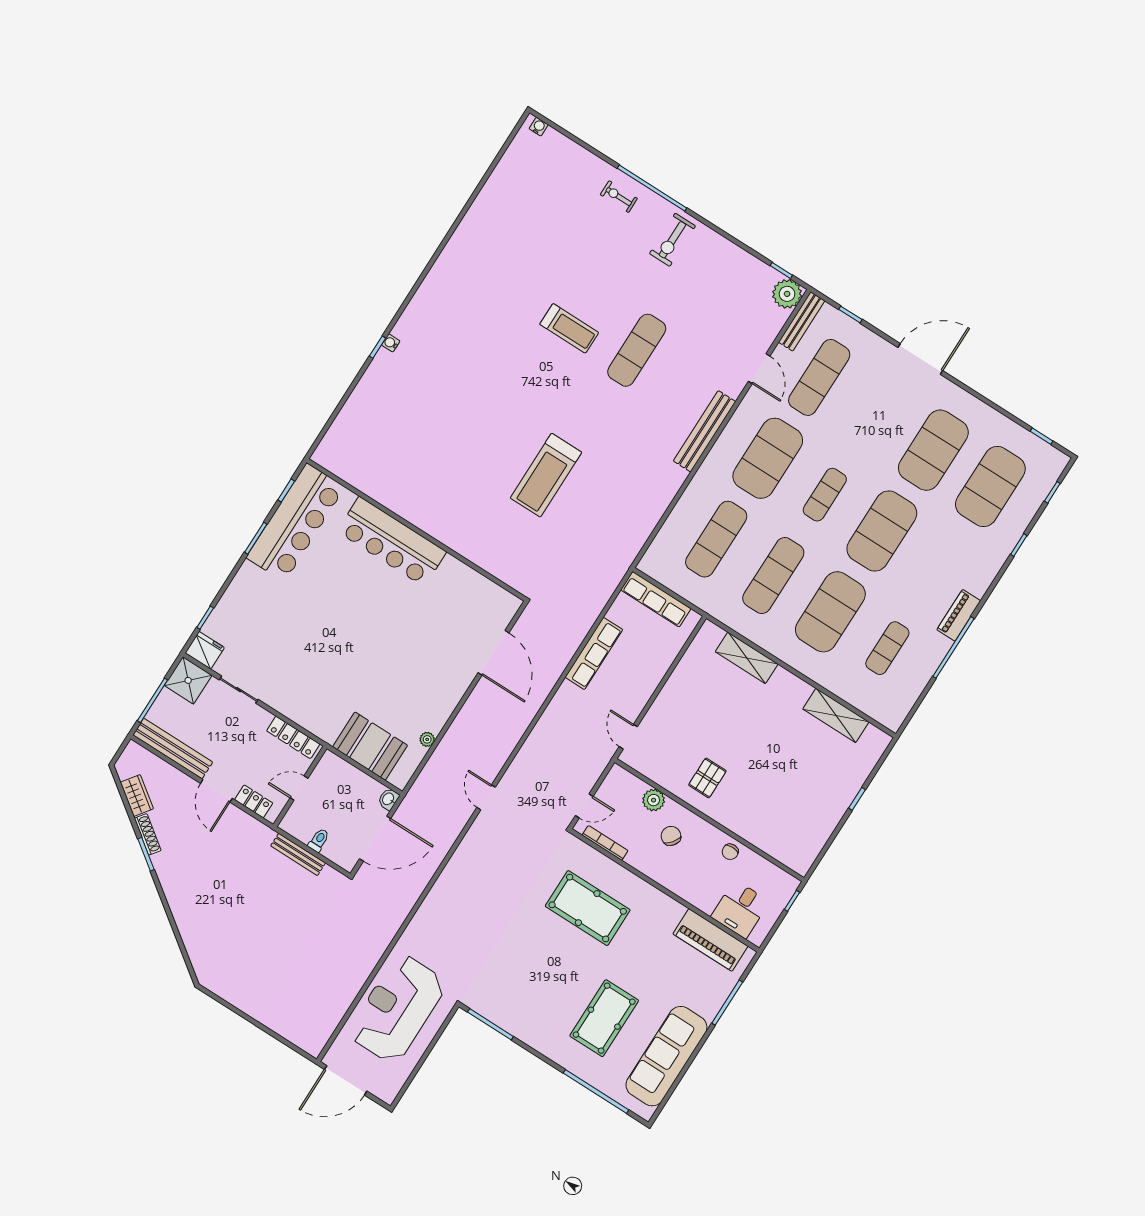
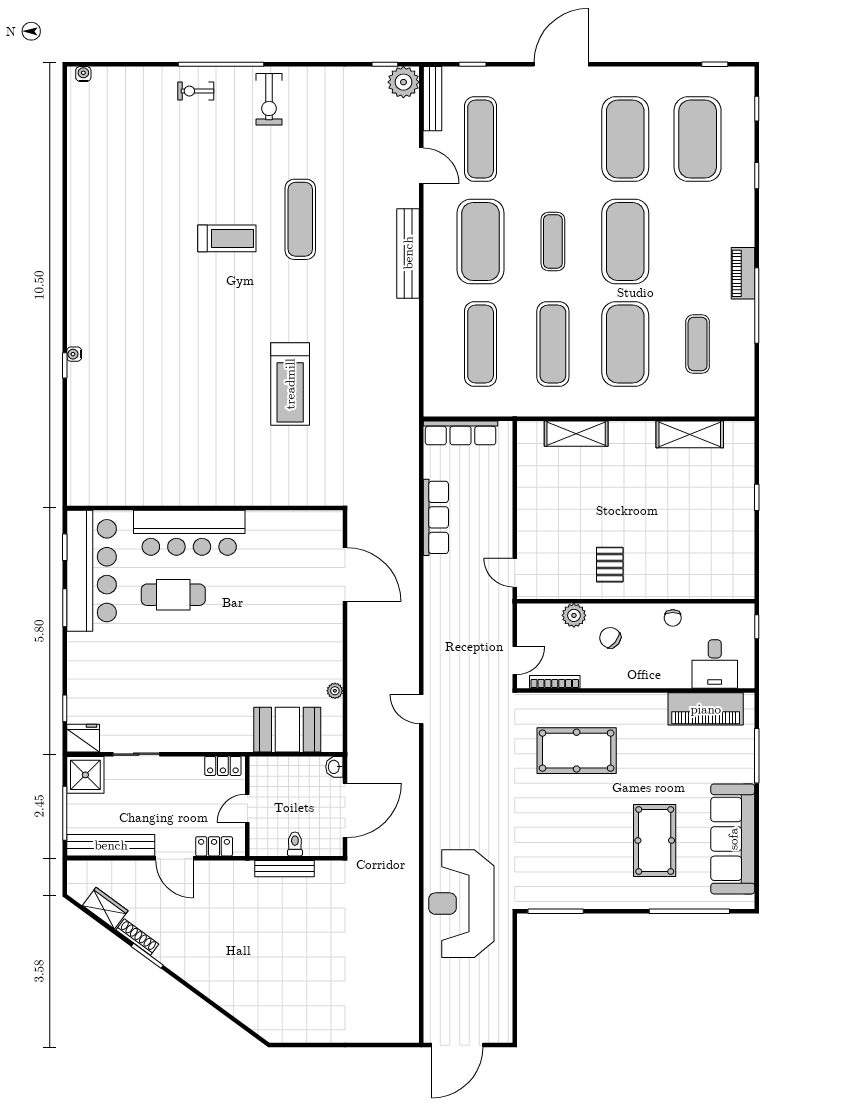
cafe table: (348, 582) -> (173, 595), added
locker: (293, 737) -> (223, 766), width x0.66
reception desk: (397, 1009) -> (461, 904), moved

